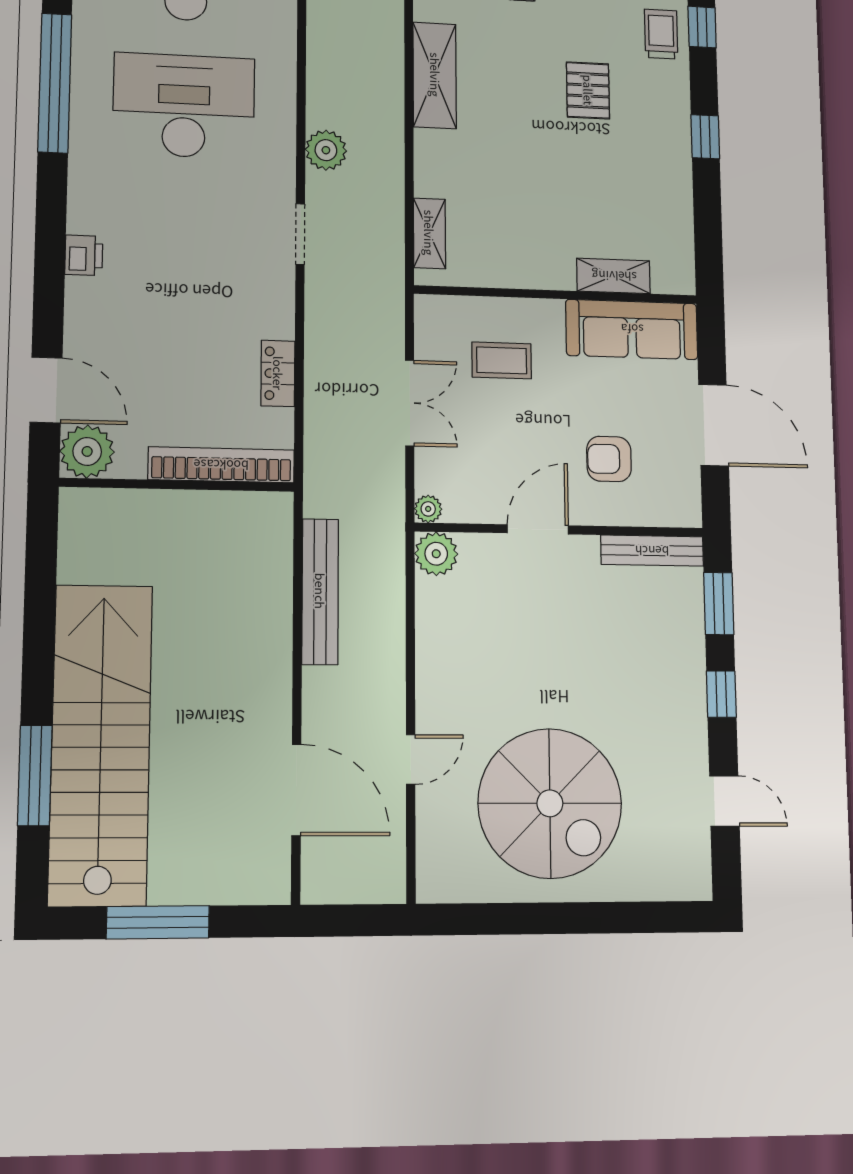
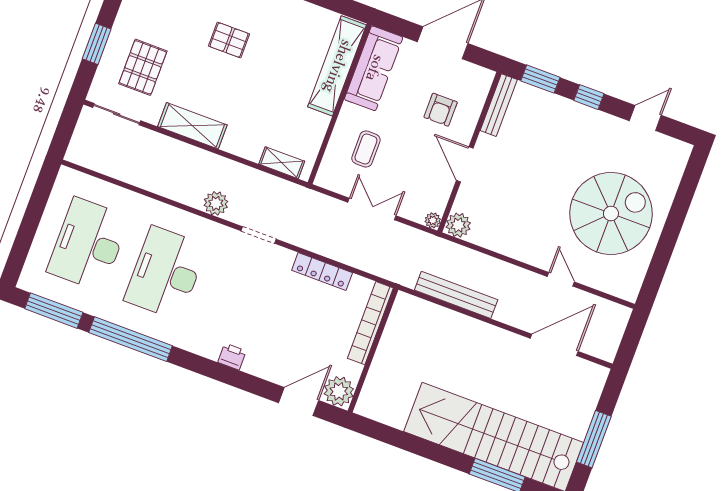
shelving: (614, 276) -> (337, 66), width x2.20, depth x1.33
locker: (278, 373) -> (322, 272), width x1.53

